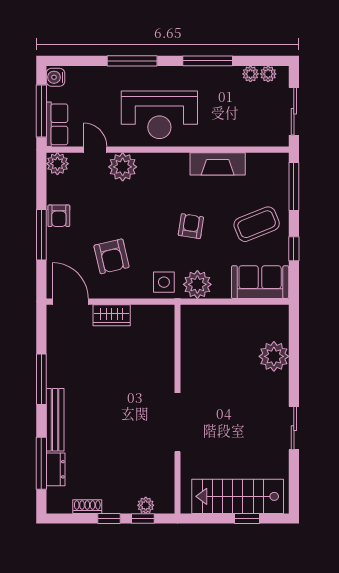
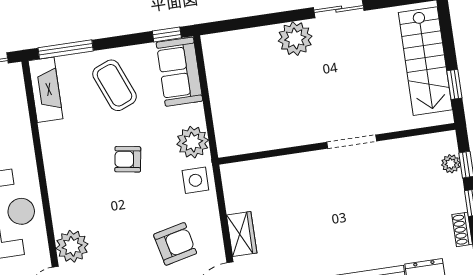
fireplace: (218, 164) -> (46, 90), moved
window: (294, 249) -> (167, 34), moved
plant: (274, 356) -> (295, 39), moved
doorway: (178, 422) -> (352, 142), width x0.73
window: (247, 519) -> (454, 84), moved

